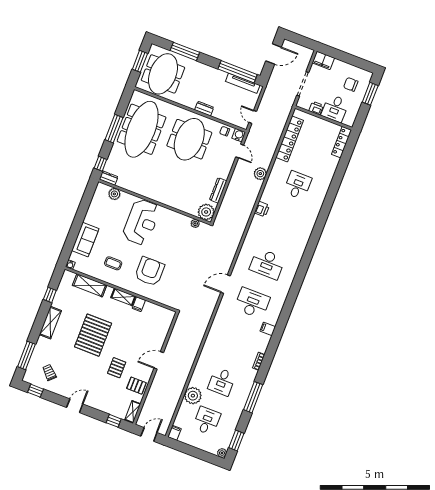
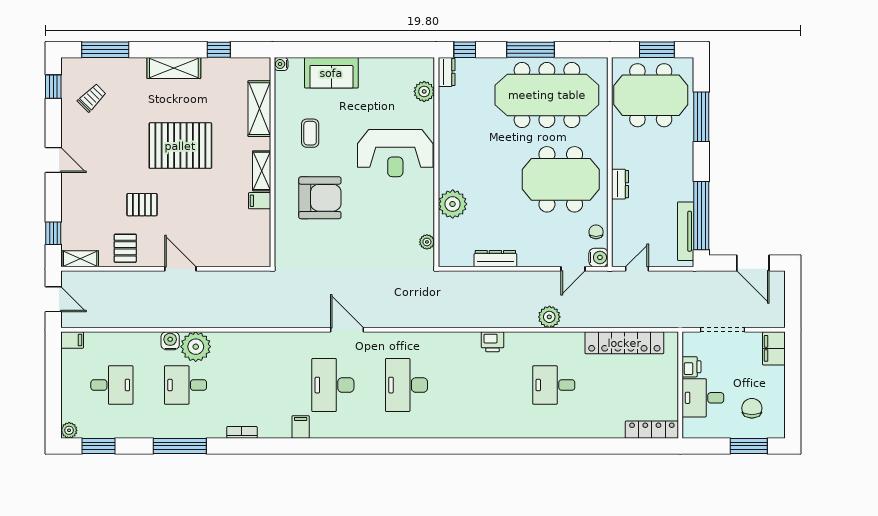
desk: (298, 185) -> (554, 385), turned 180
plant: (206, 212) -> (453, 204), moved
desk: (252, 303) -> (333, 385), turned 180
water cooler: (195, 381) -> (170, 341), added
plant: (193, 396) -> (196, 347), moved

